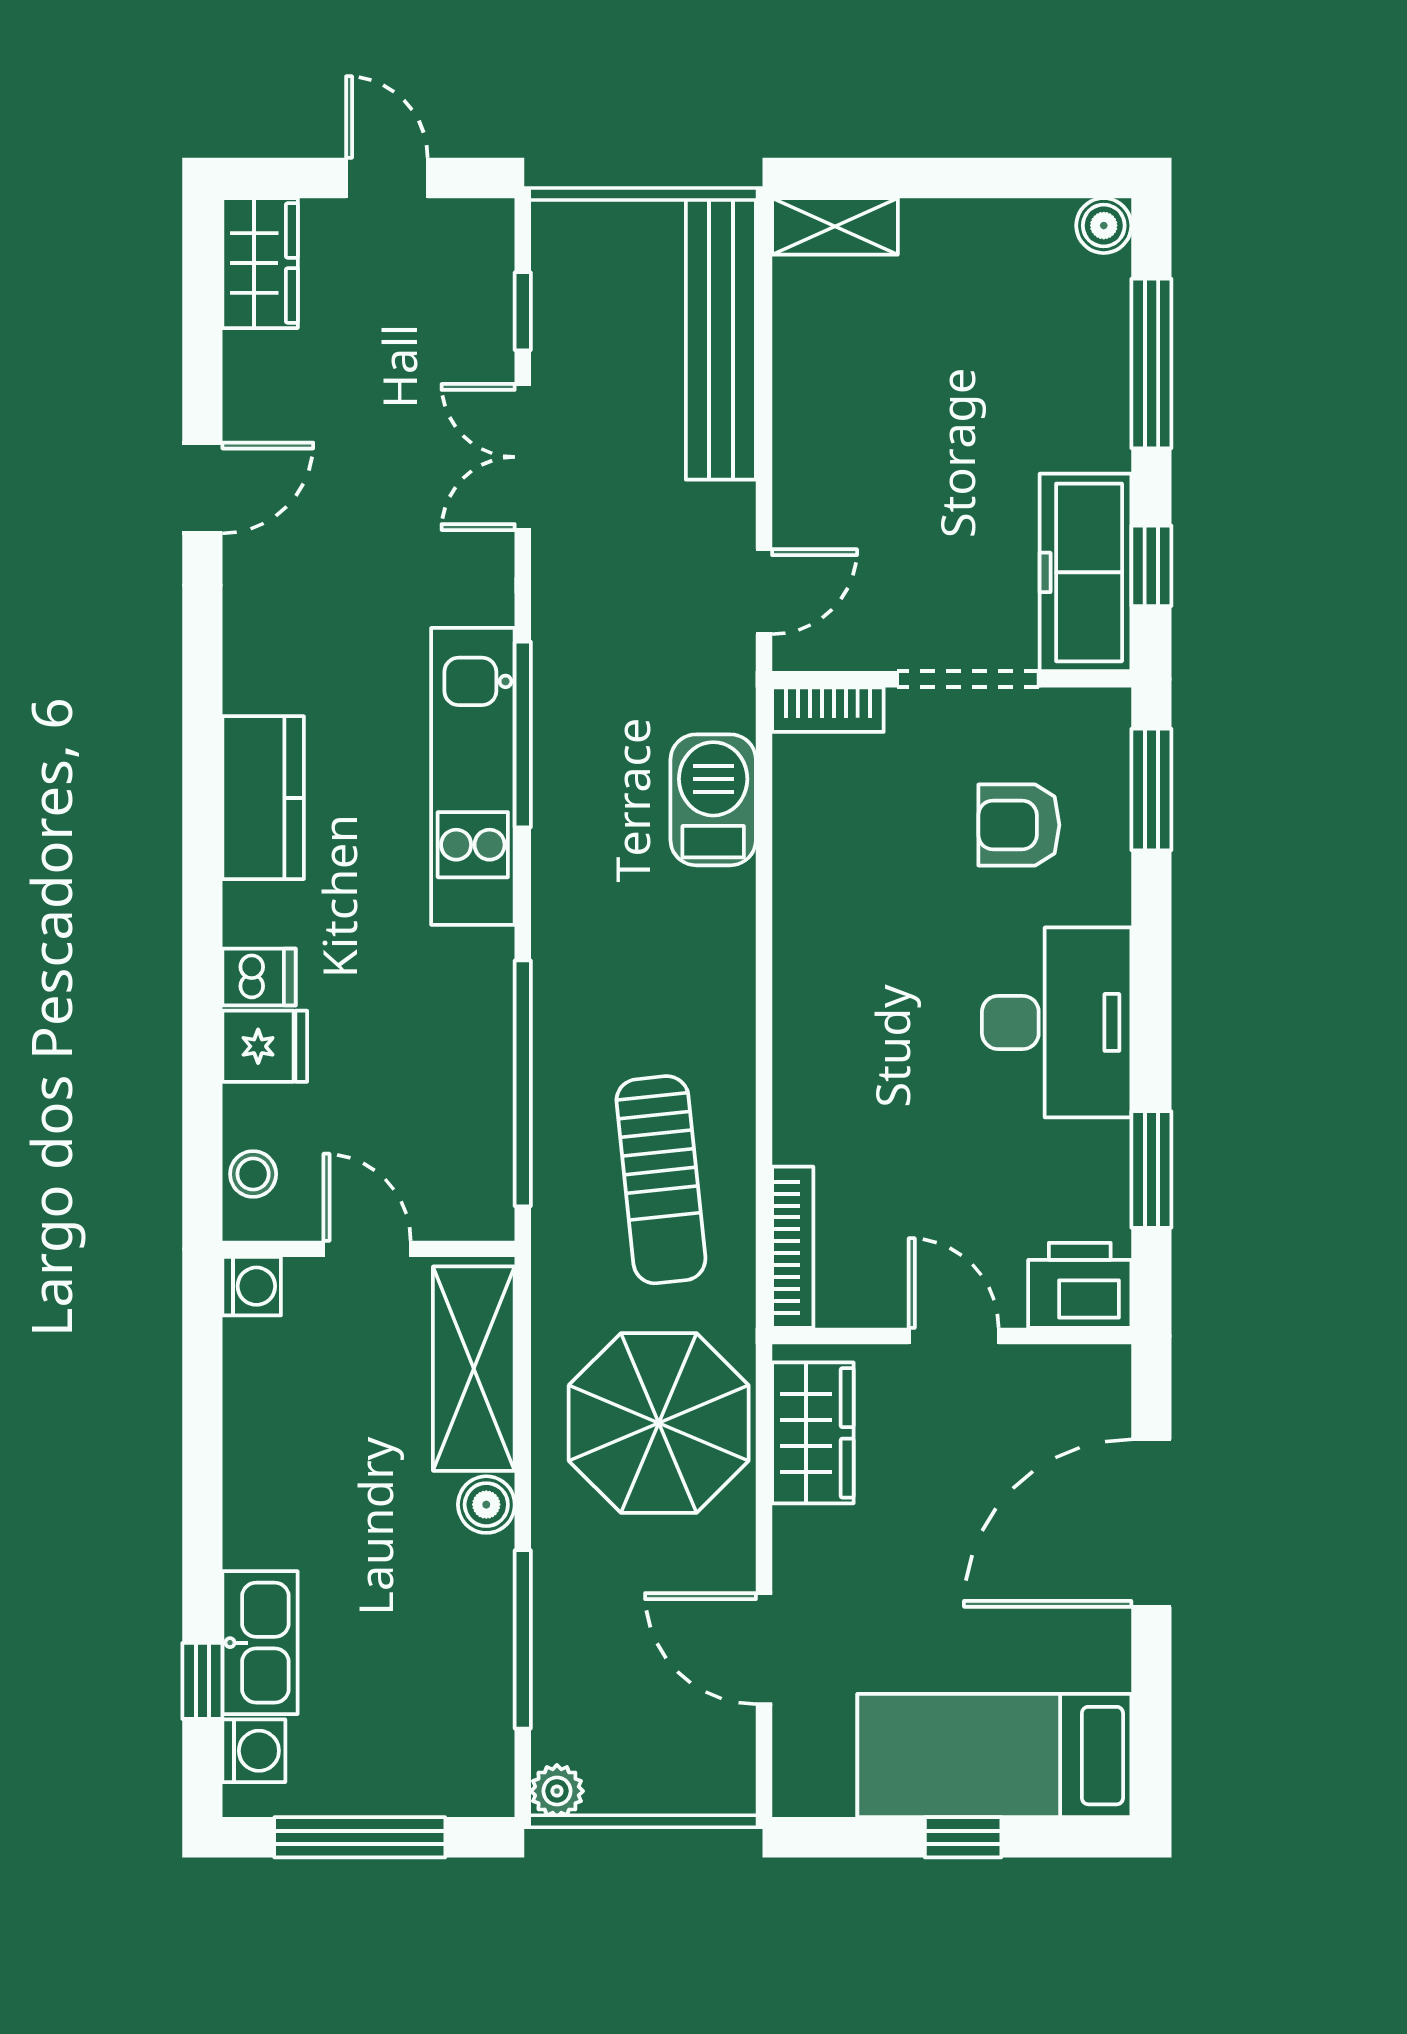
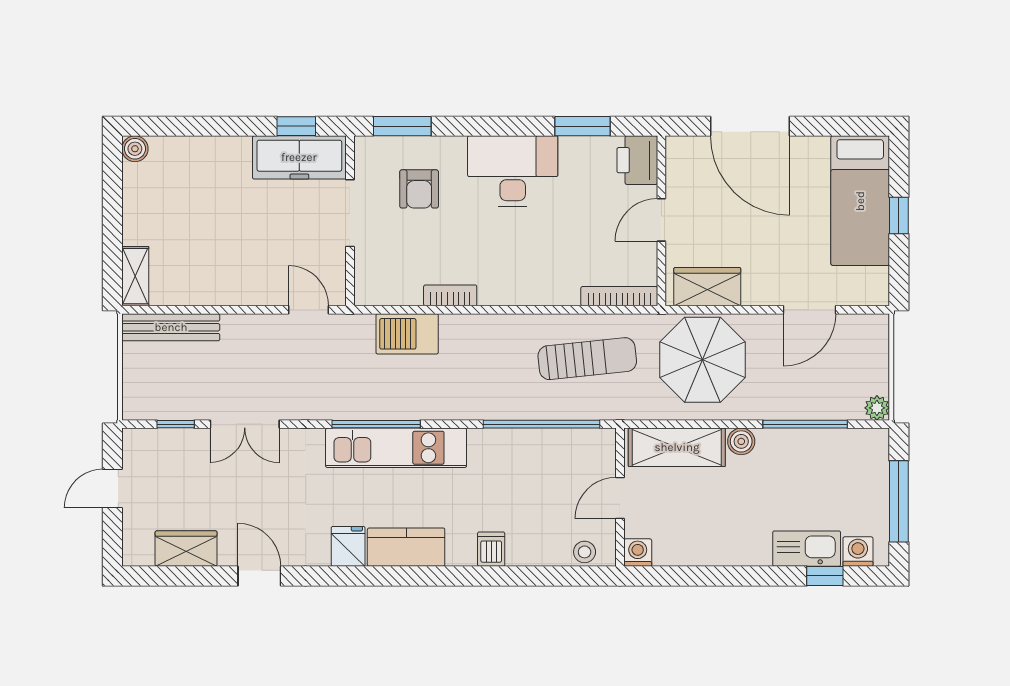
wardrobe: (260, 263) -> (186, 549), moved
bench: (721, 339) -> (171, 327), width x0.73, depth x0.82
window: (1151, 363) -> (200, 126), removed
bookcase: (828, 710) -> (450, 295), moved, turned -90
fridge: (265, 1046) -> (348, 546), moved

